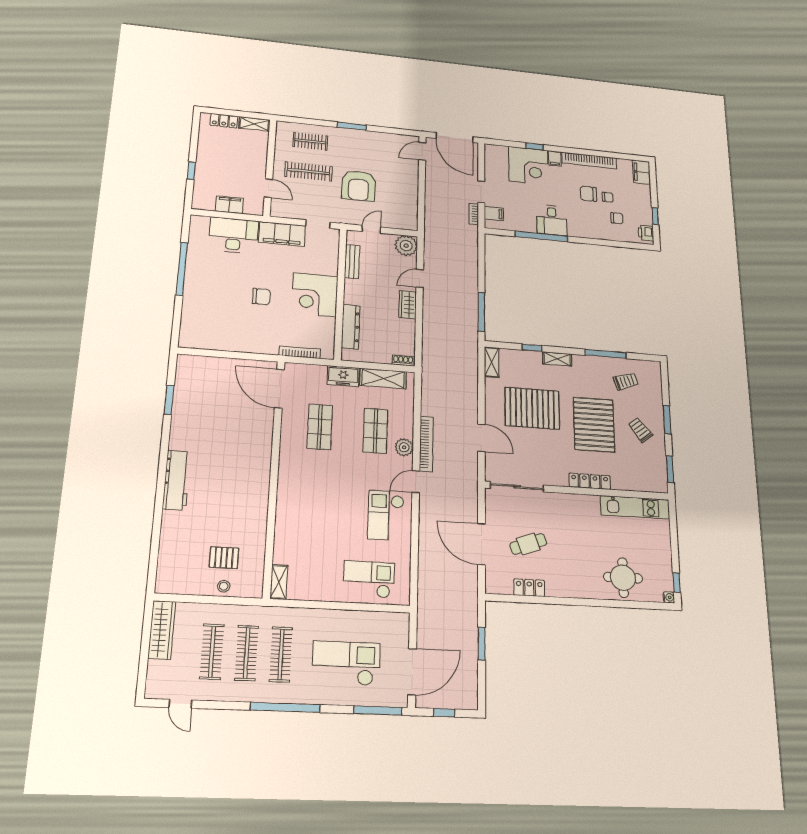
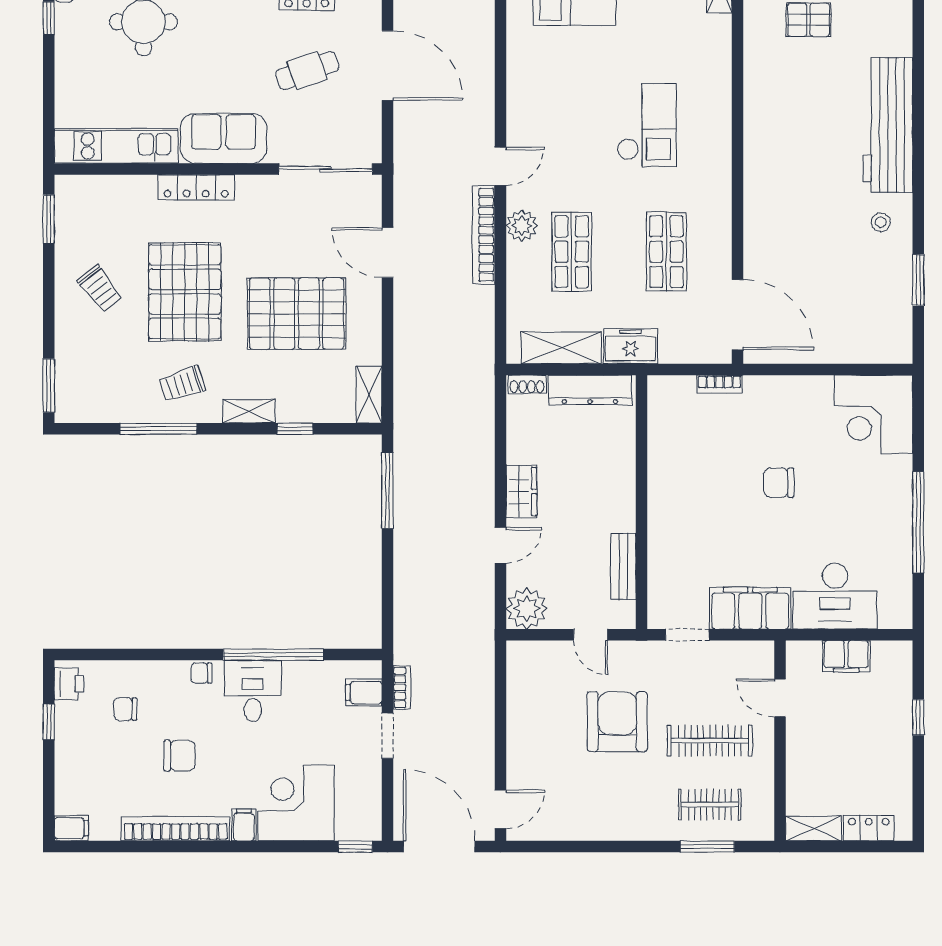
window: (352, 126) -> (707, 847), moved
window: (534, 146) -> (355, 847), moved
filing cabinet: (641, 172) -> (71, 828), width x0.50
chair: (608, 197) -> (201, 673), moved
door: (371, 229) -> (591, 635), hinge flipped
corner desk: (315, 295) -> (873, 414), moved, turned 180
dresser: (351, 327) -> (590, 390), moved, turned -90
bookcase: (300, 352) -> (719, 384), width x0.64
trolley: (626, 381) -> (182, 384), moved
window: (667, 420) -> (49, 385), moved
stool: (189, 435) -> (881, 222), added
workbench: (177, 480) -> (888, 125), width x1.36, depth x1.32
sofa: (575, 508) -> (224, 138), added
checkout: (386, 515) -> (647, 125), moved

